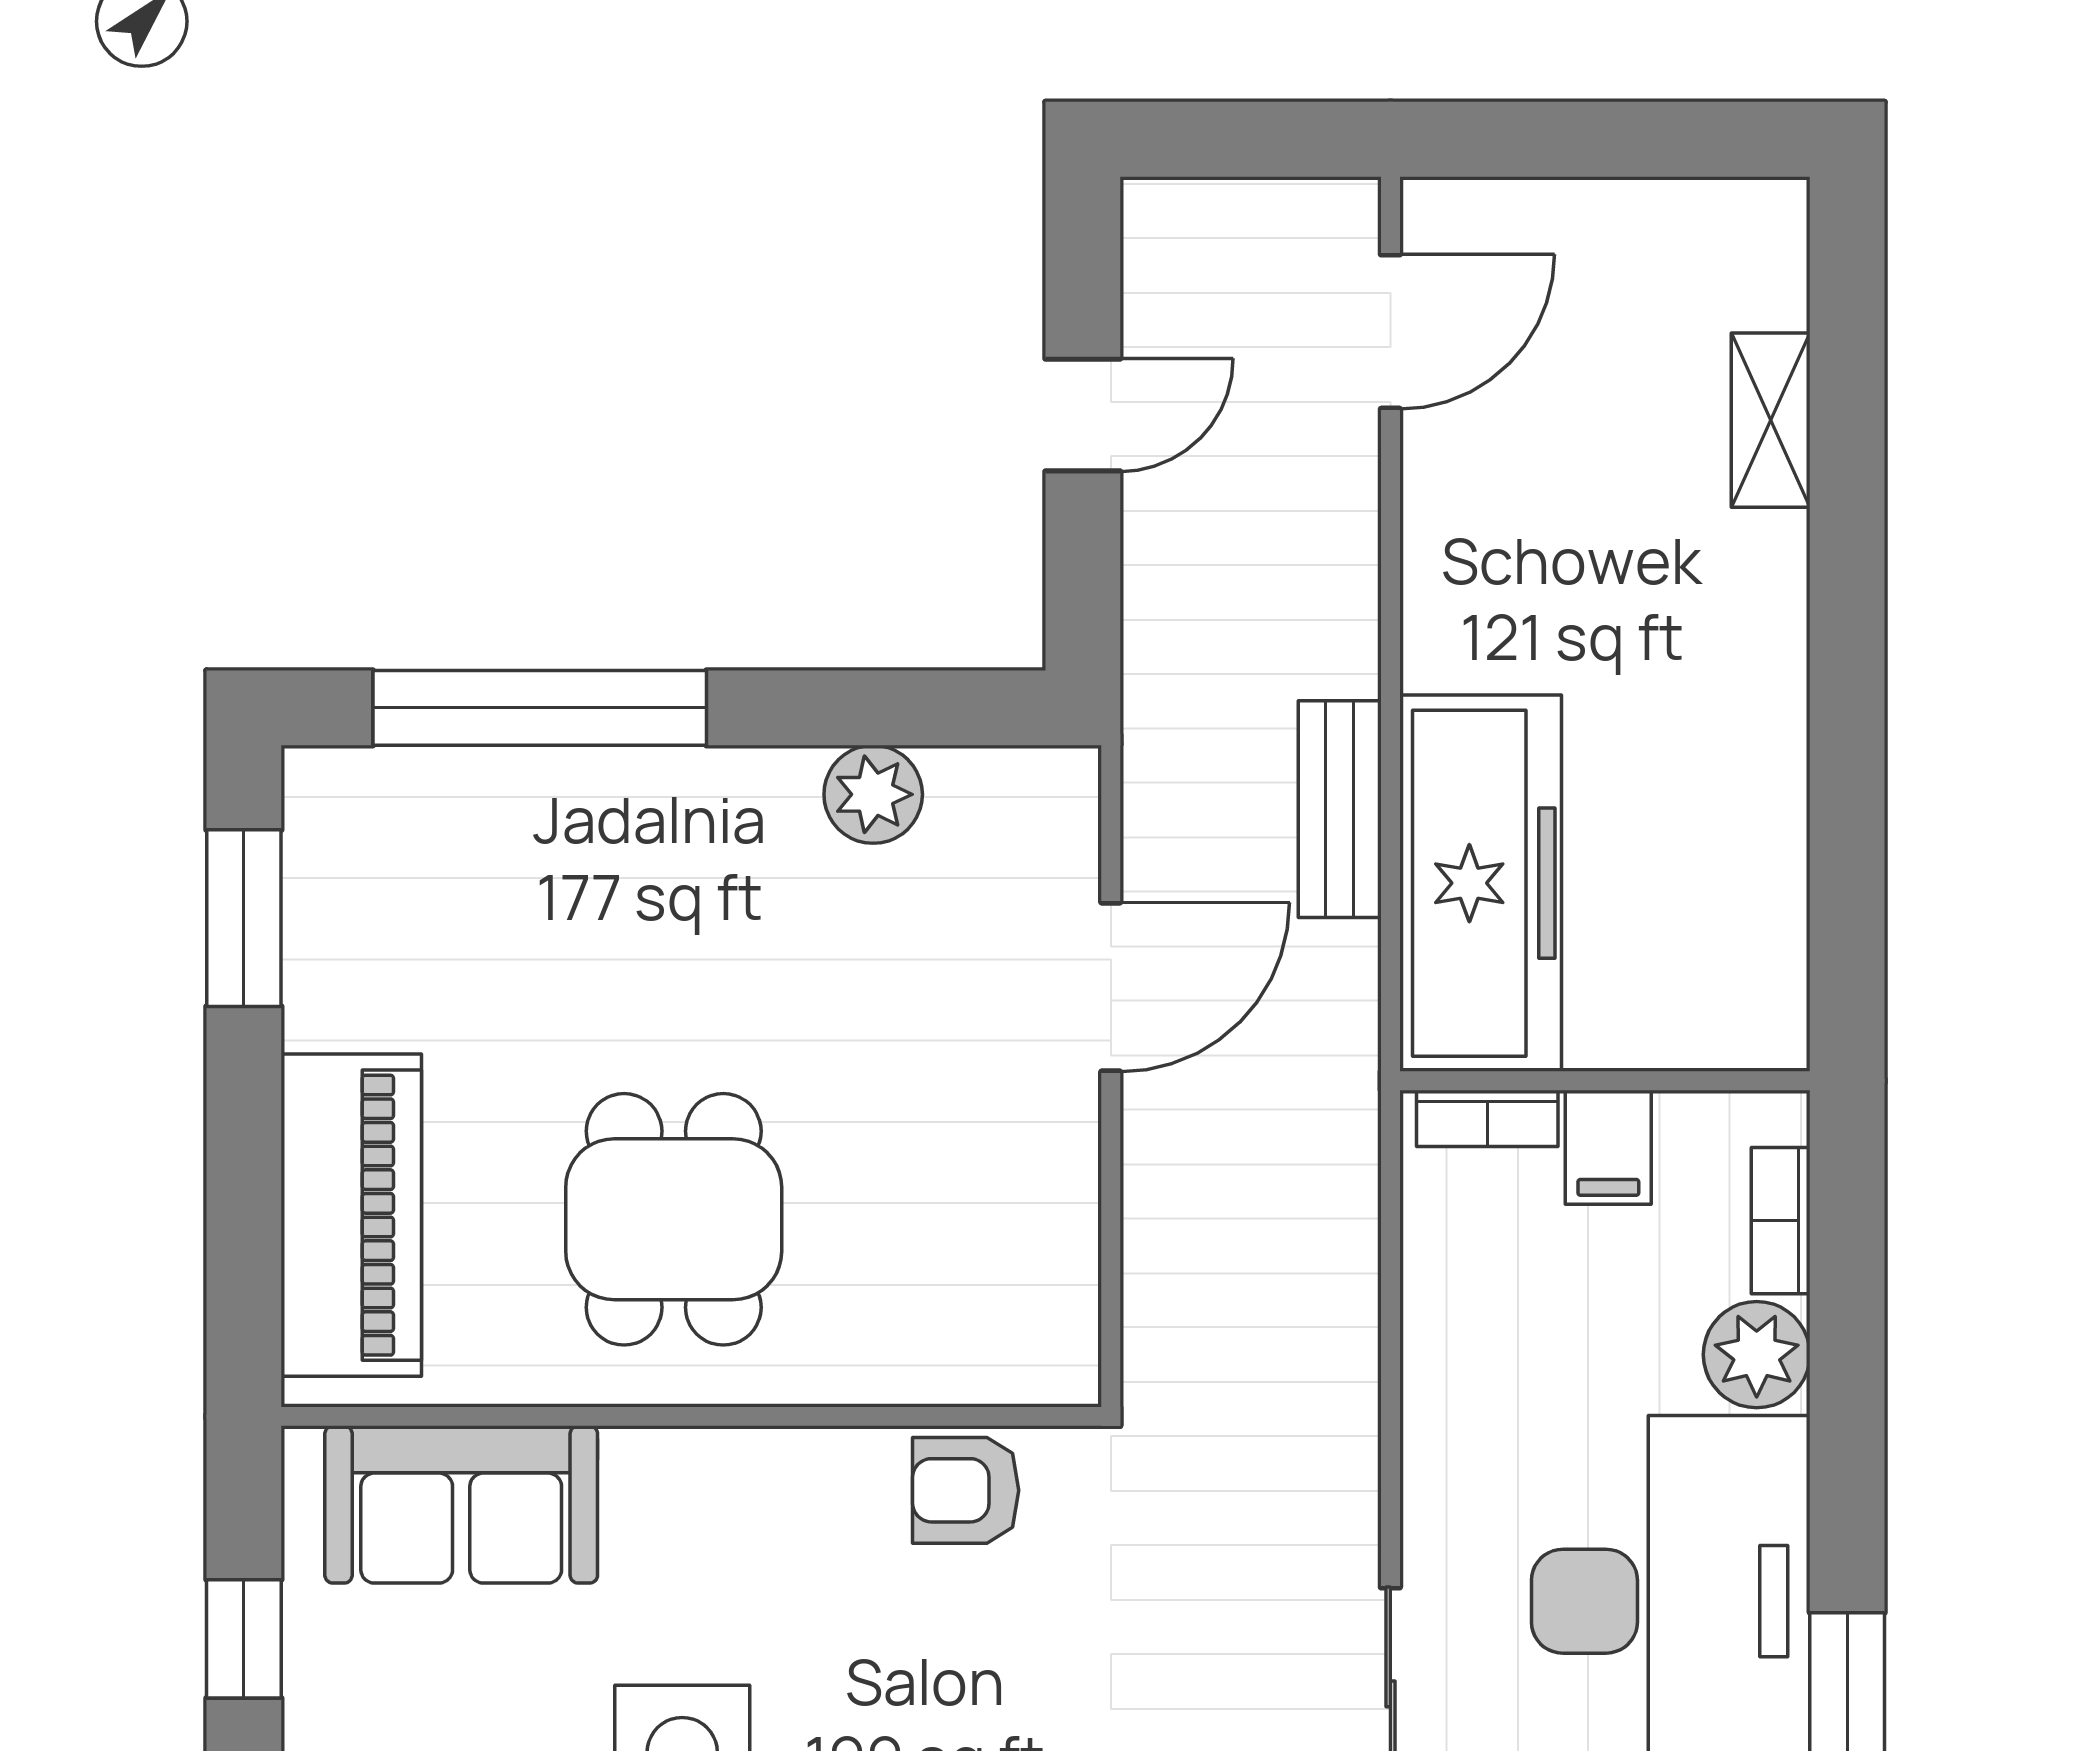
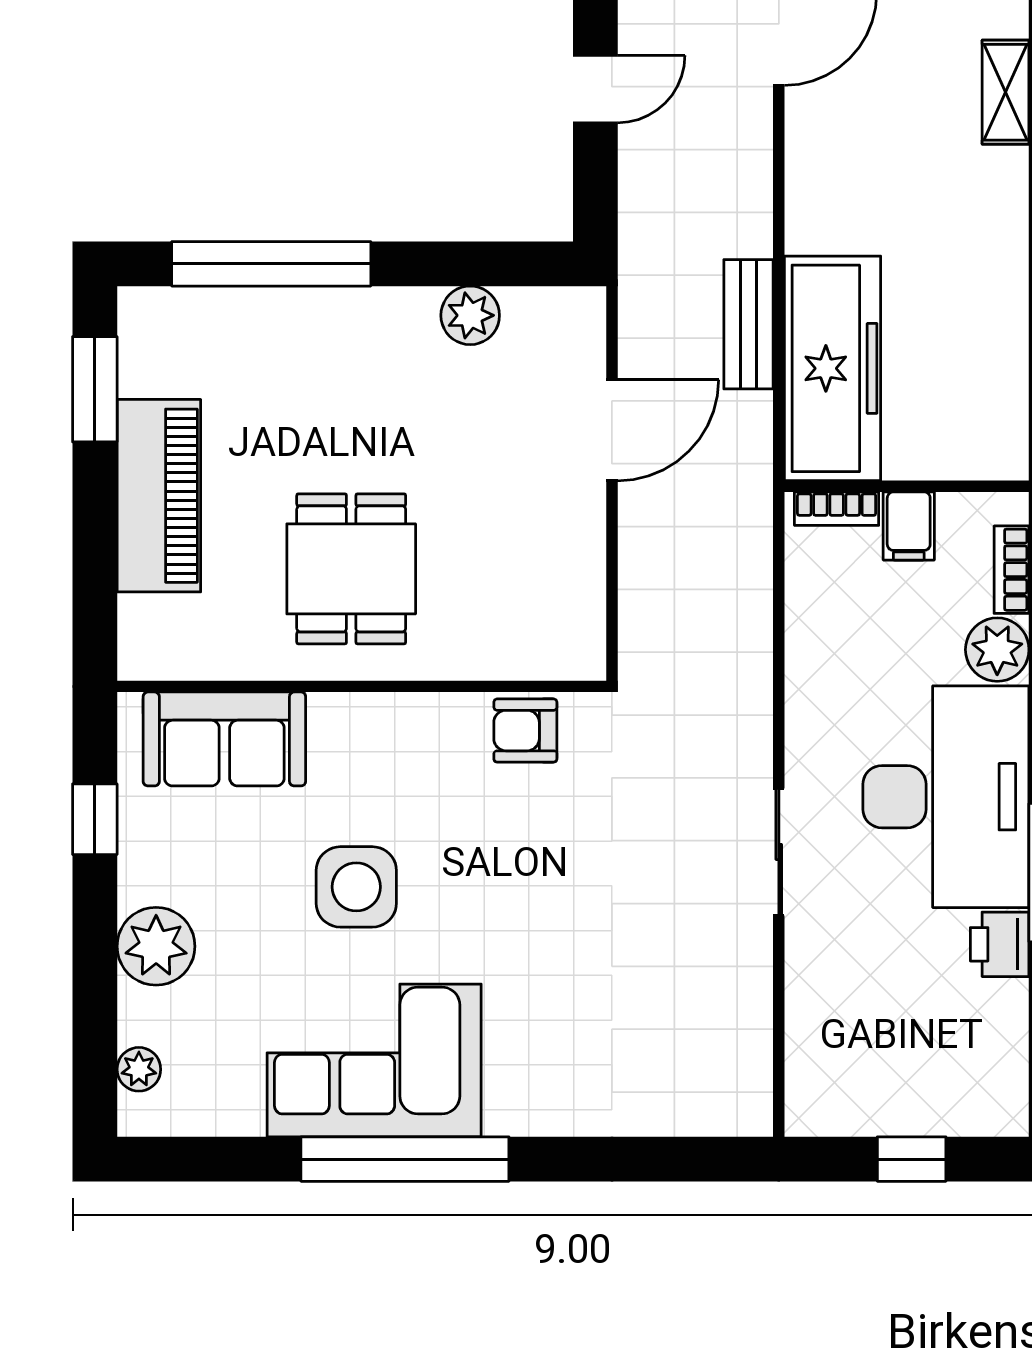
piano: (351, 1215) -> (159, 496), moved

